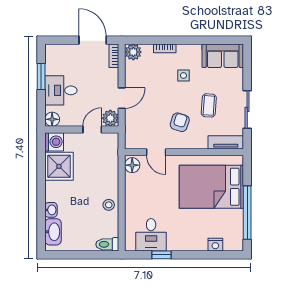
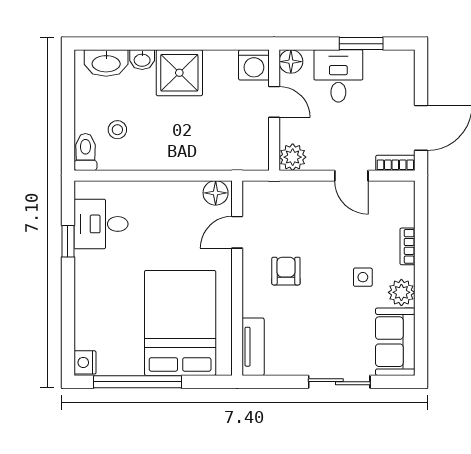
plant: (133, 52) -> (401, 292), moved
door: (122, 98) -> (351, 176), moved
coffee table: (209, 105) -> (314, 319), removed
sliding door: (247, 109) -> (339, 382), moved
armchair: (180, 122) -> (286, 271), turned -108
door: (92, 130) -> (274, 102), moved
shower: (59, 166) -> (179, 73), moved
stool: (109, 205) -> (117, 130), moved
nightstand: (215, 245) -> (85, 362), moved

